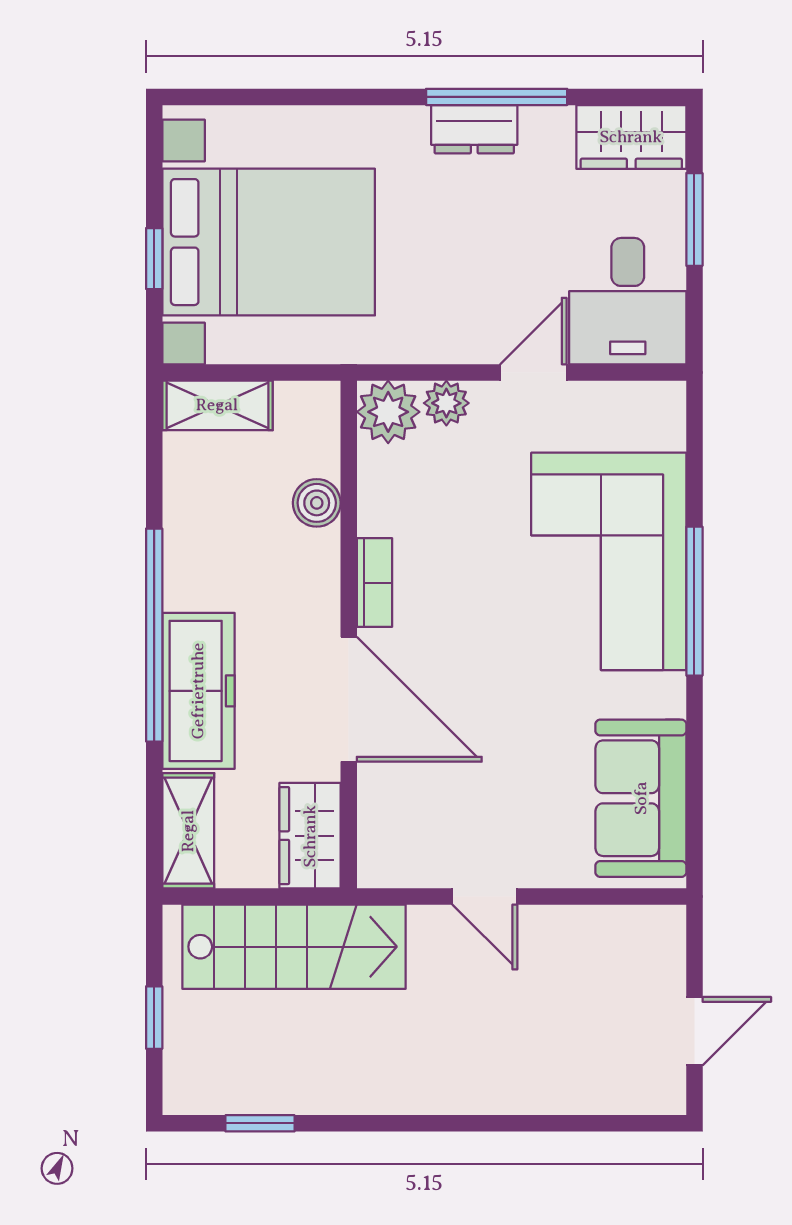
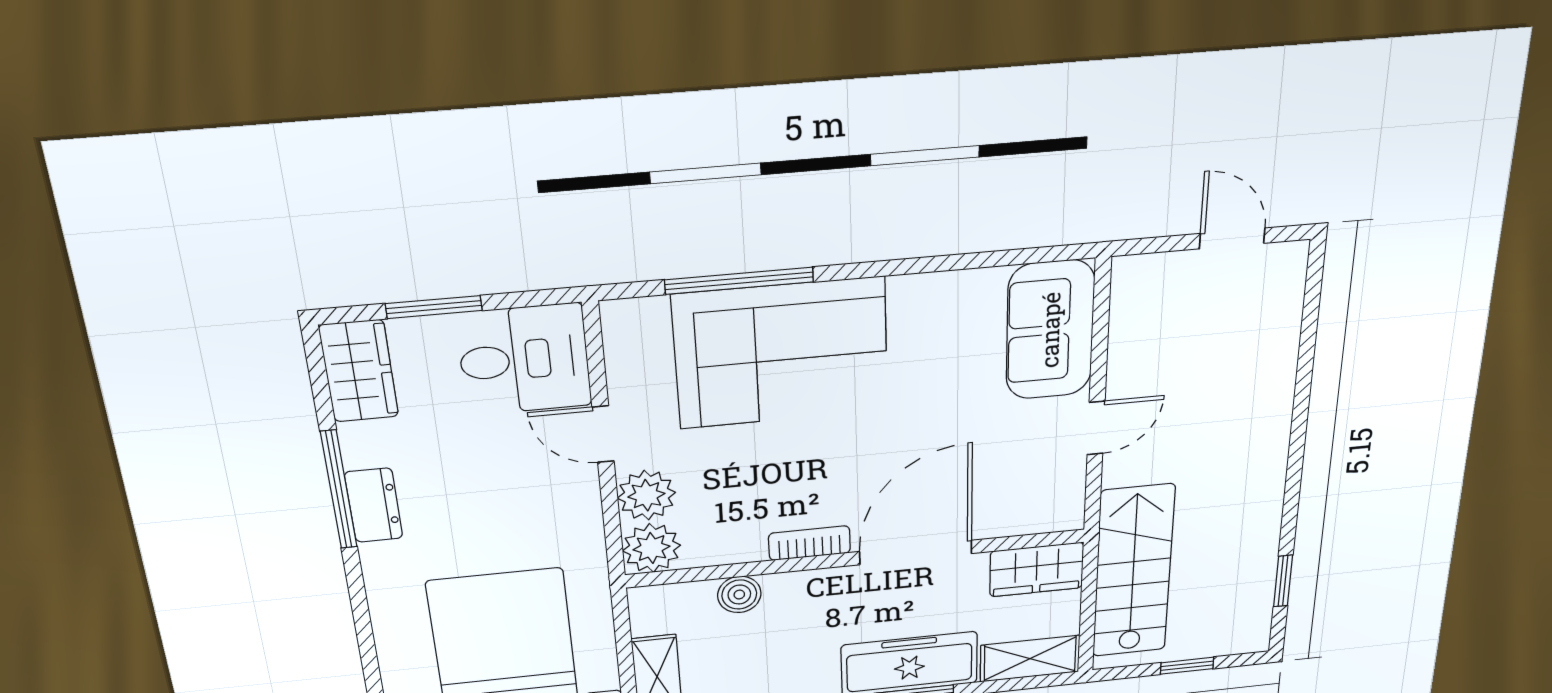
plant: (446, 403) -> (646, 495), width x1.38, depth x1.38
window: (694, 601) -> (739, 281), moved
sofa: (641, 798) -> (1050, 330), moved, turned 90

